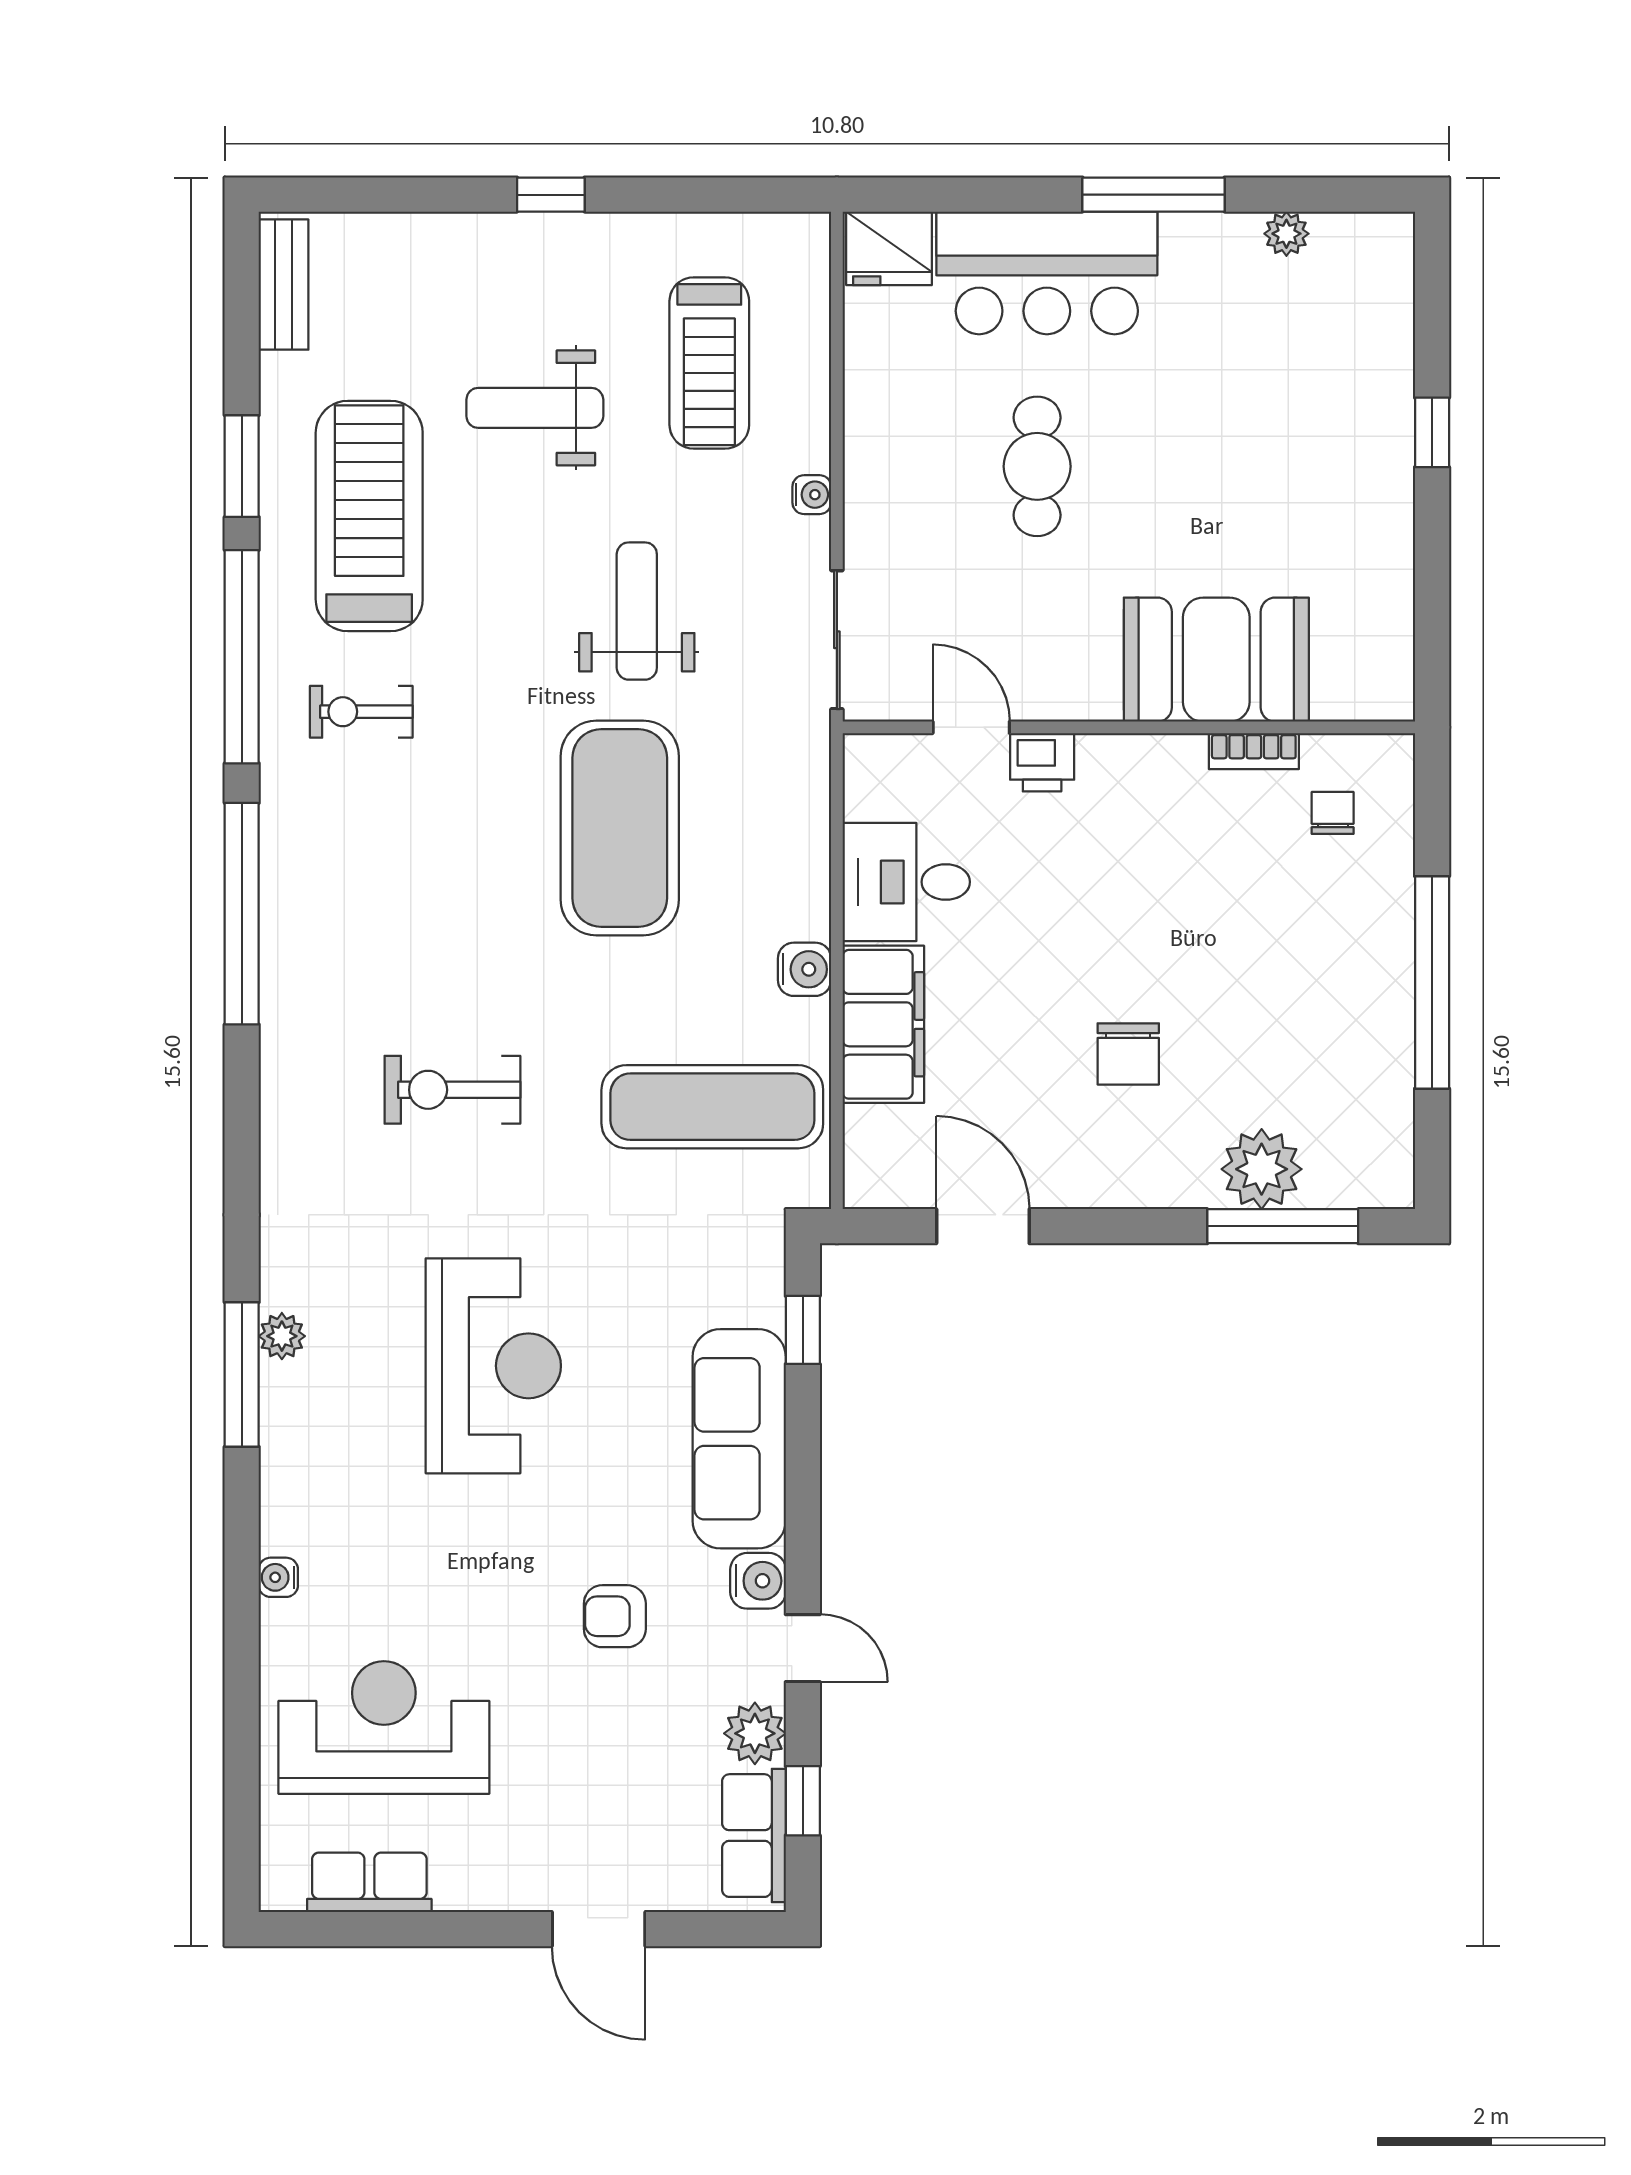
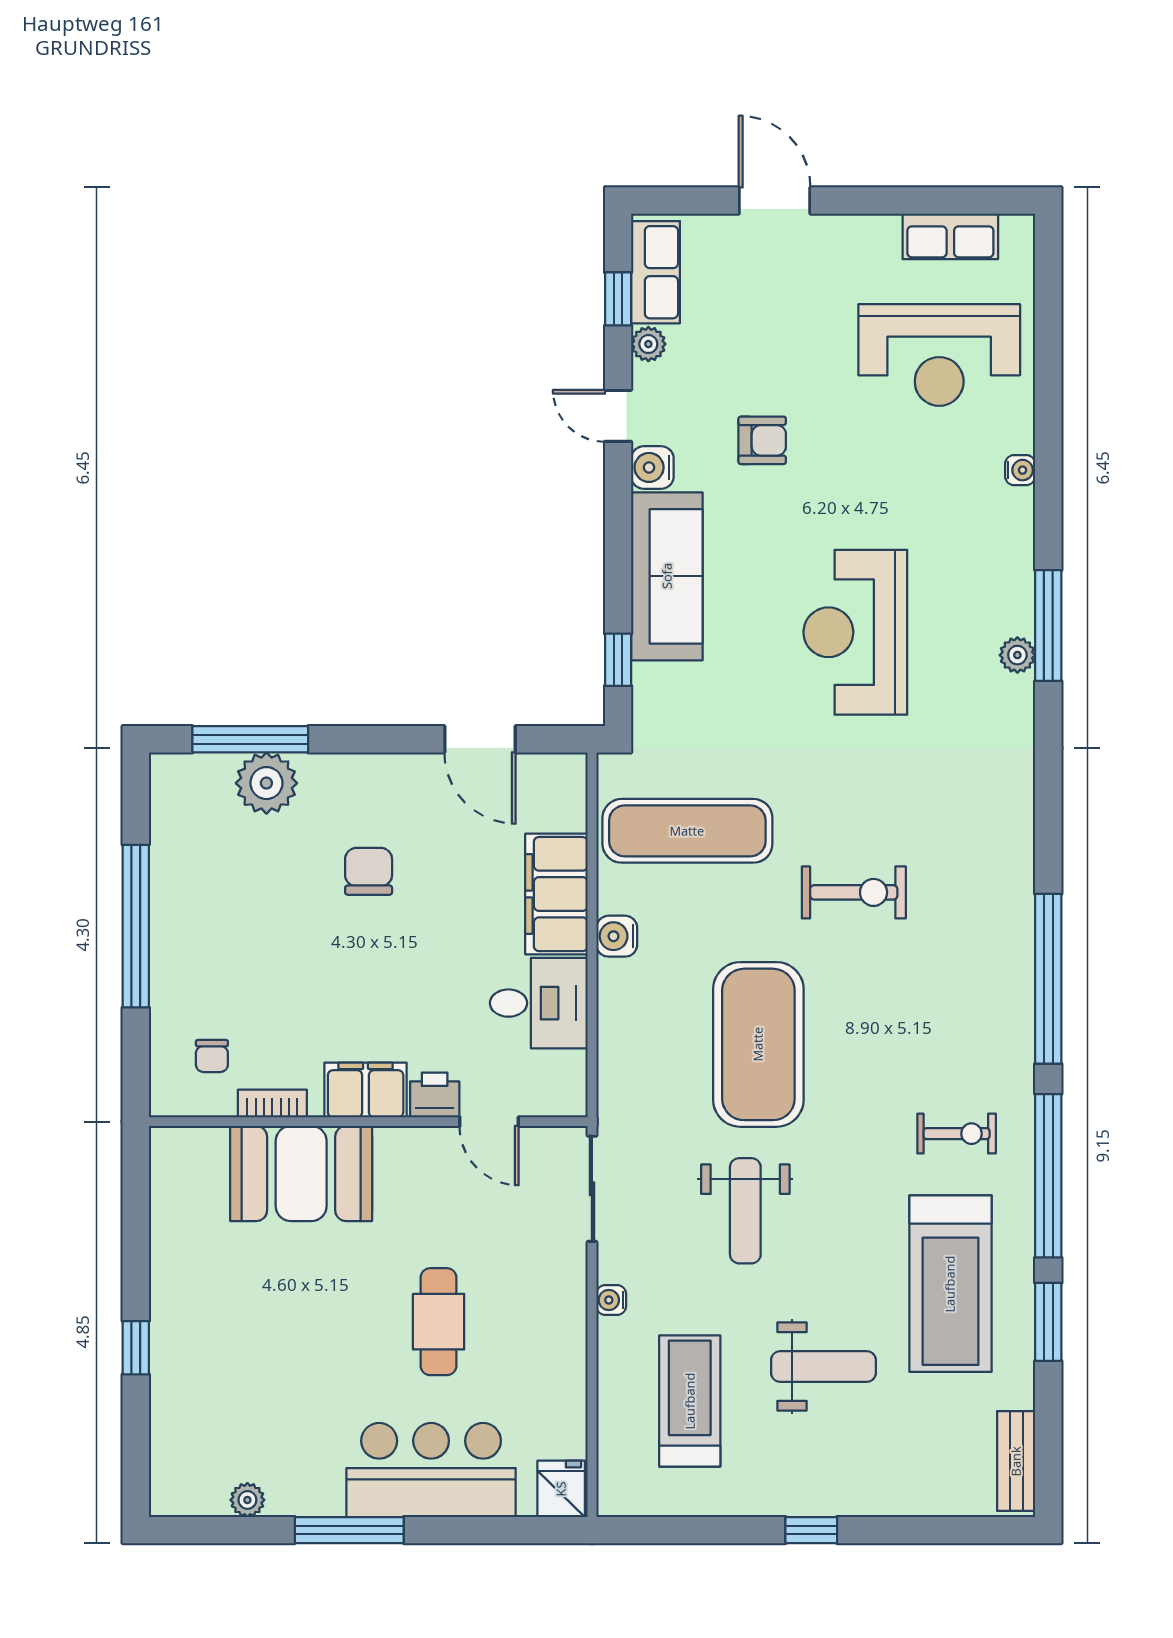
fridge: (889, 248) -> (561, 1489), width x0.72
filing cabinet: (1132, 769) -> (366, 1090), added
exercise bike: (452, 1090) -> (854, 892), moved
plant: (755, 1733) -> (648, 344), width x0.73, depth x0.73

